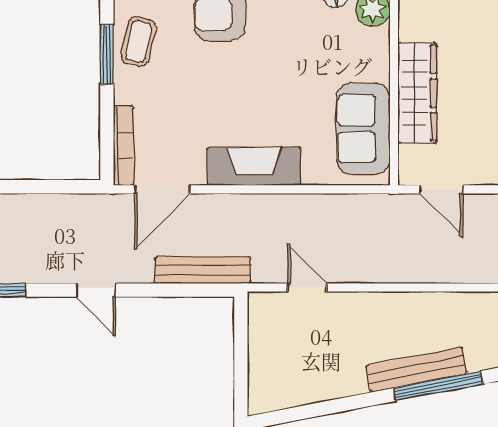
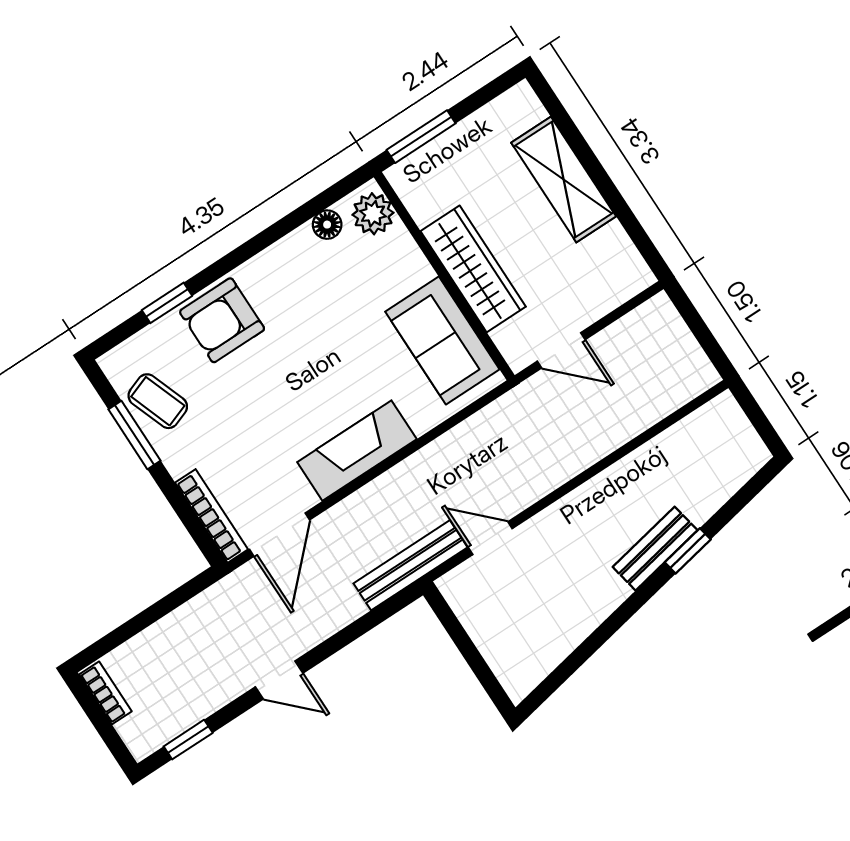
coffee table: (138, 41) -> (158, 401), turned -33
bench: (203, 270) -> (411, 565), moved
bench: (417, 370) -> (655, 549), width x0.73
window: (438, 386) -> (688, 551), width x0.46

